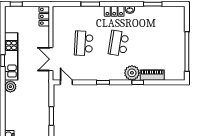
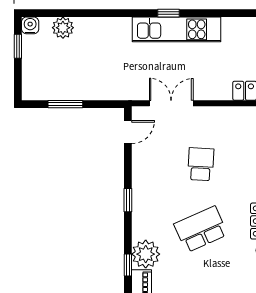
school desk: (84, 43) -> (201, 164), width x0.54
school desk: (119, 43) -> (201, 229), turned -33
plant: (10, 87) -> (63, 28), moved

